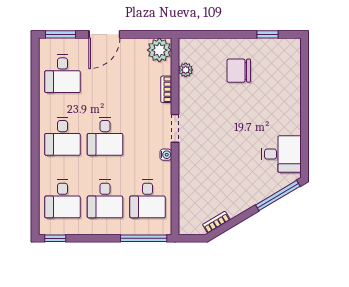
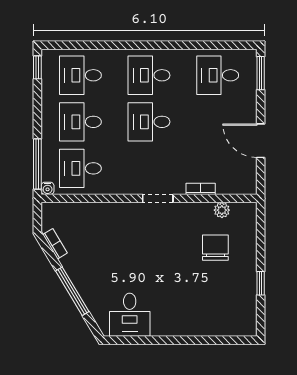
door: (104, 34) -> (261, 141), moved
window: (267, 34) -> (261, 283), moved
plant: (159, 50) -> (244, 181), removed
chair: (239, 71) -> (215, 248), moved
water cooler: (166, 155) -> (48, 188), moved
window: (278, 196) -> (72, 291), moved

